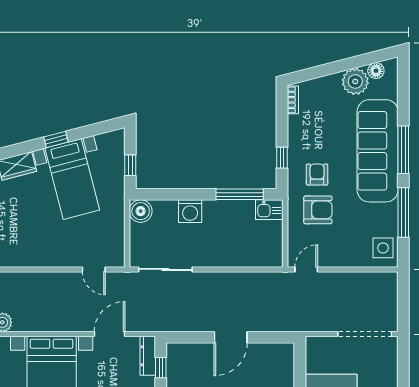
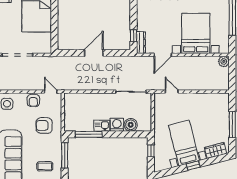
coffee table: (317, 138) -> (45, 166), added
window: (282, 158) -> (65, 155), width x2.17
armchair: (317, 174) -> (33, 100), moved
kitchen sink: (269, 210) -> (102, 126), moved
boiler: (141, 211) -> (131, 125), moved
door: (306, 269) -> (51, 92), swing flipped

